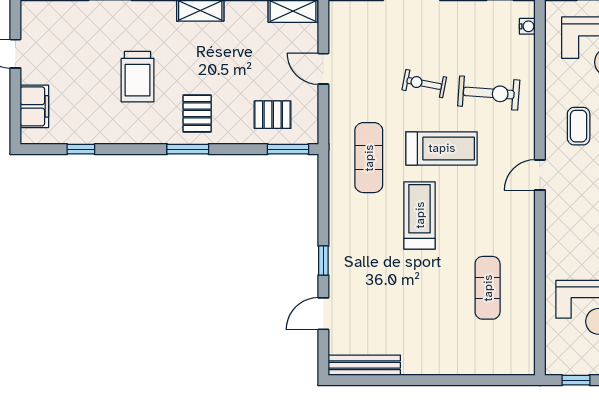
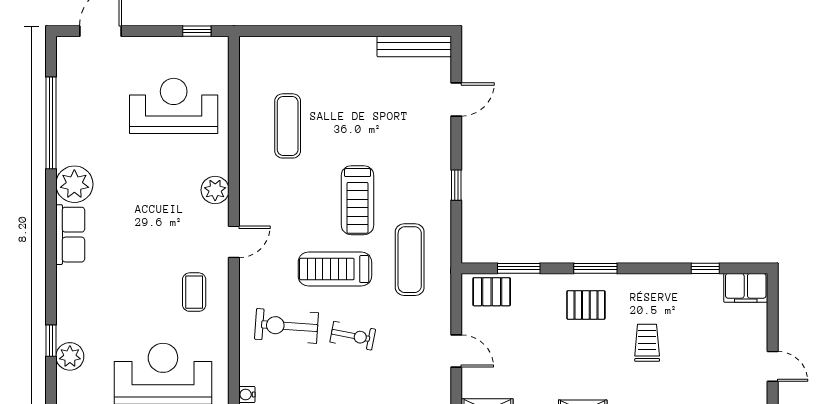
trolley: (138, 77) -> (647, 343), width x0.73, depth x0.72
filing cabinet: (34, 106) -> (746, 288), moved, turned -90
pallet: (197, 113) -> (586, 305), turned 90
pallet: (273, 115) -> (492, 292), moved
window: (288, 149) -> (519, 268), moved
plant: (558, 225) -> (215, 190), added
window: (323, 261) -> (456, 185), moved

